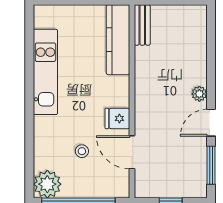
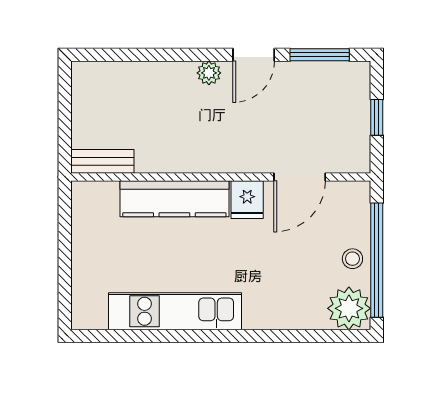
kitchen counter: (118, 40) -> (174, 199), moved
door: (211, 123) -> (254, 55), hinge flipped
stool: (82, 151) -> (352, 259), moved

